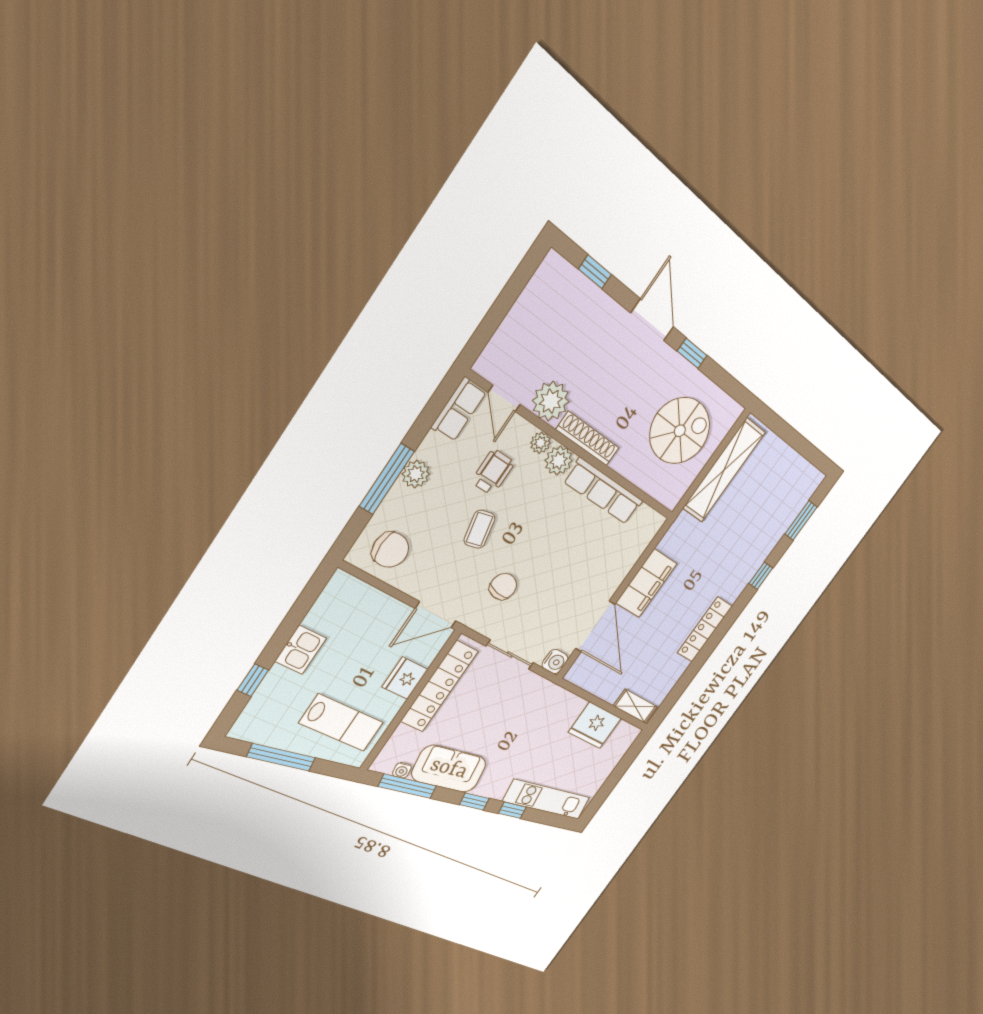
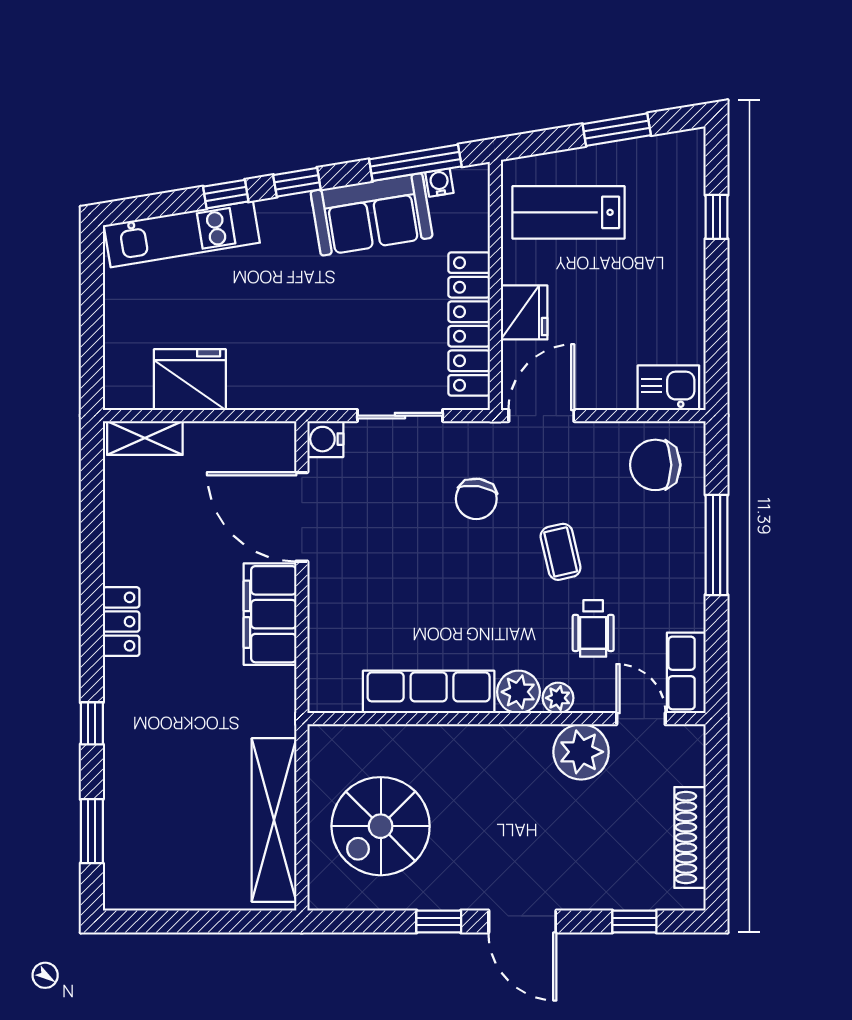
shoe rack: (588, 439) -> (690, 837), moved, turned 90
plant: (416, 474) -> (686, 571), removed
locker: (705, 630) -> (121, 622), width x0.66
kitchen sink: (301, 650) -> (668, 388), moved, turned 90
window: (281, 757) -> (617, 130), width x0.69

